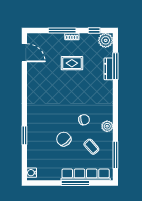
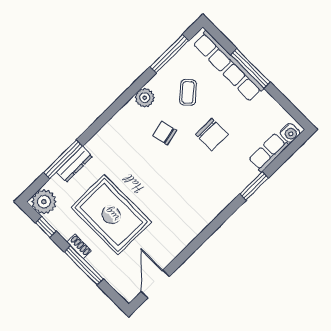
rug: (72, 63) -> (111, 215), width x1.86, depth x2.06
chair: (64, 139) -> (212, 134), turned -49
row of seats: (32, 155) -> (268, 152), added

